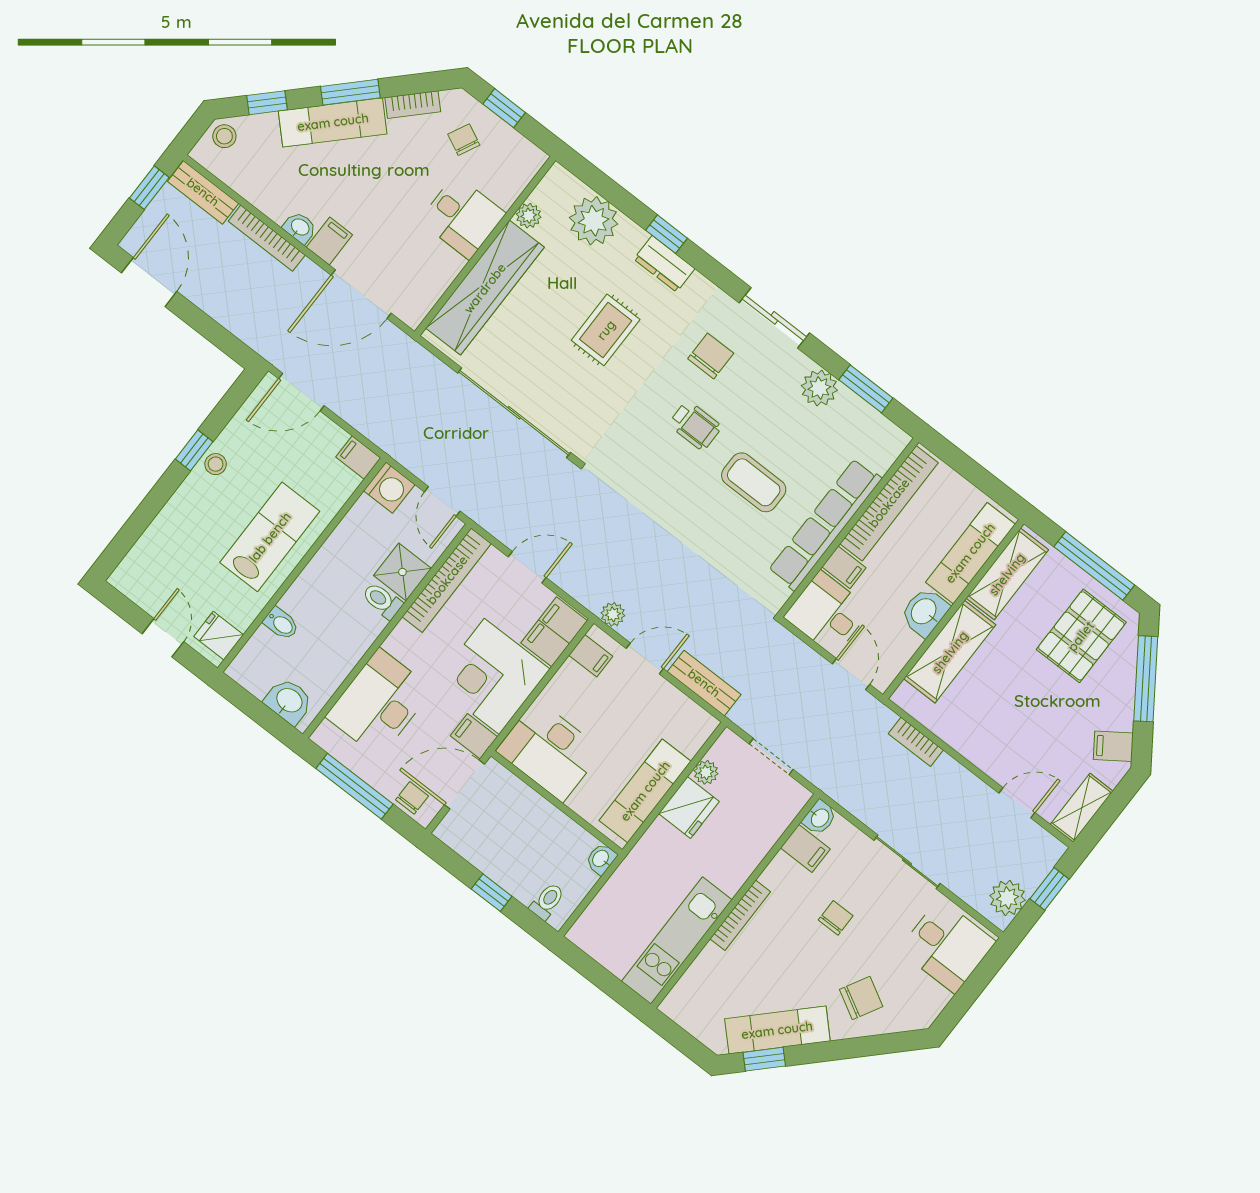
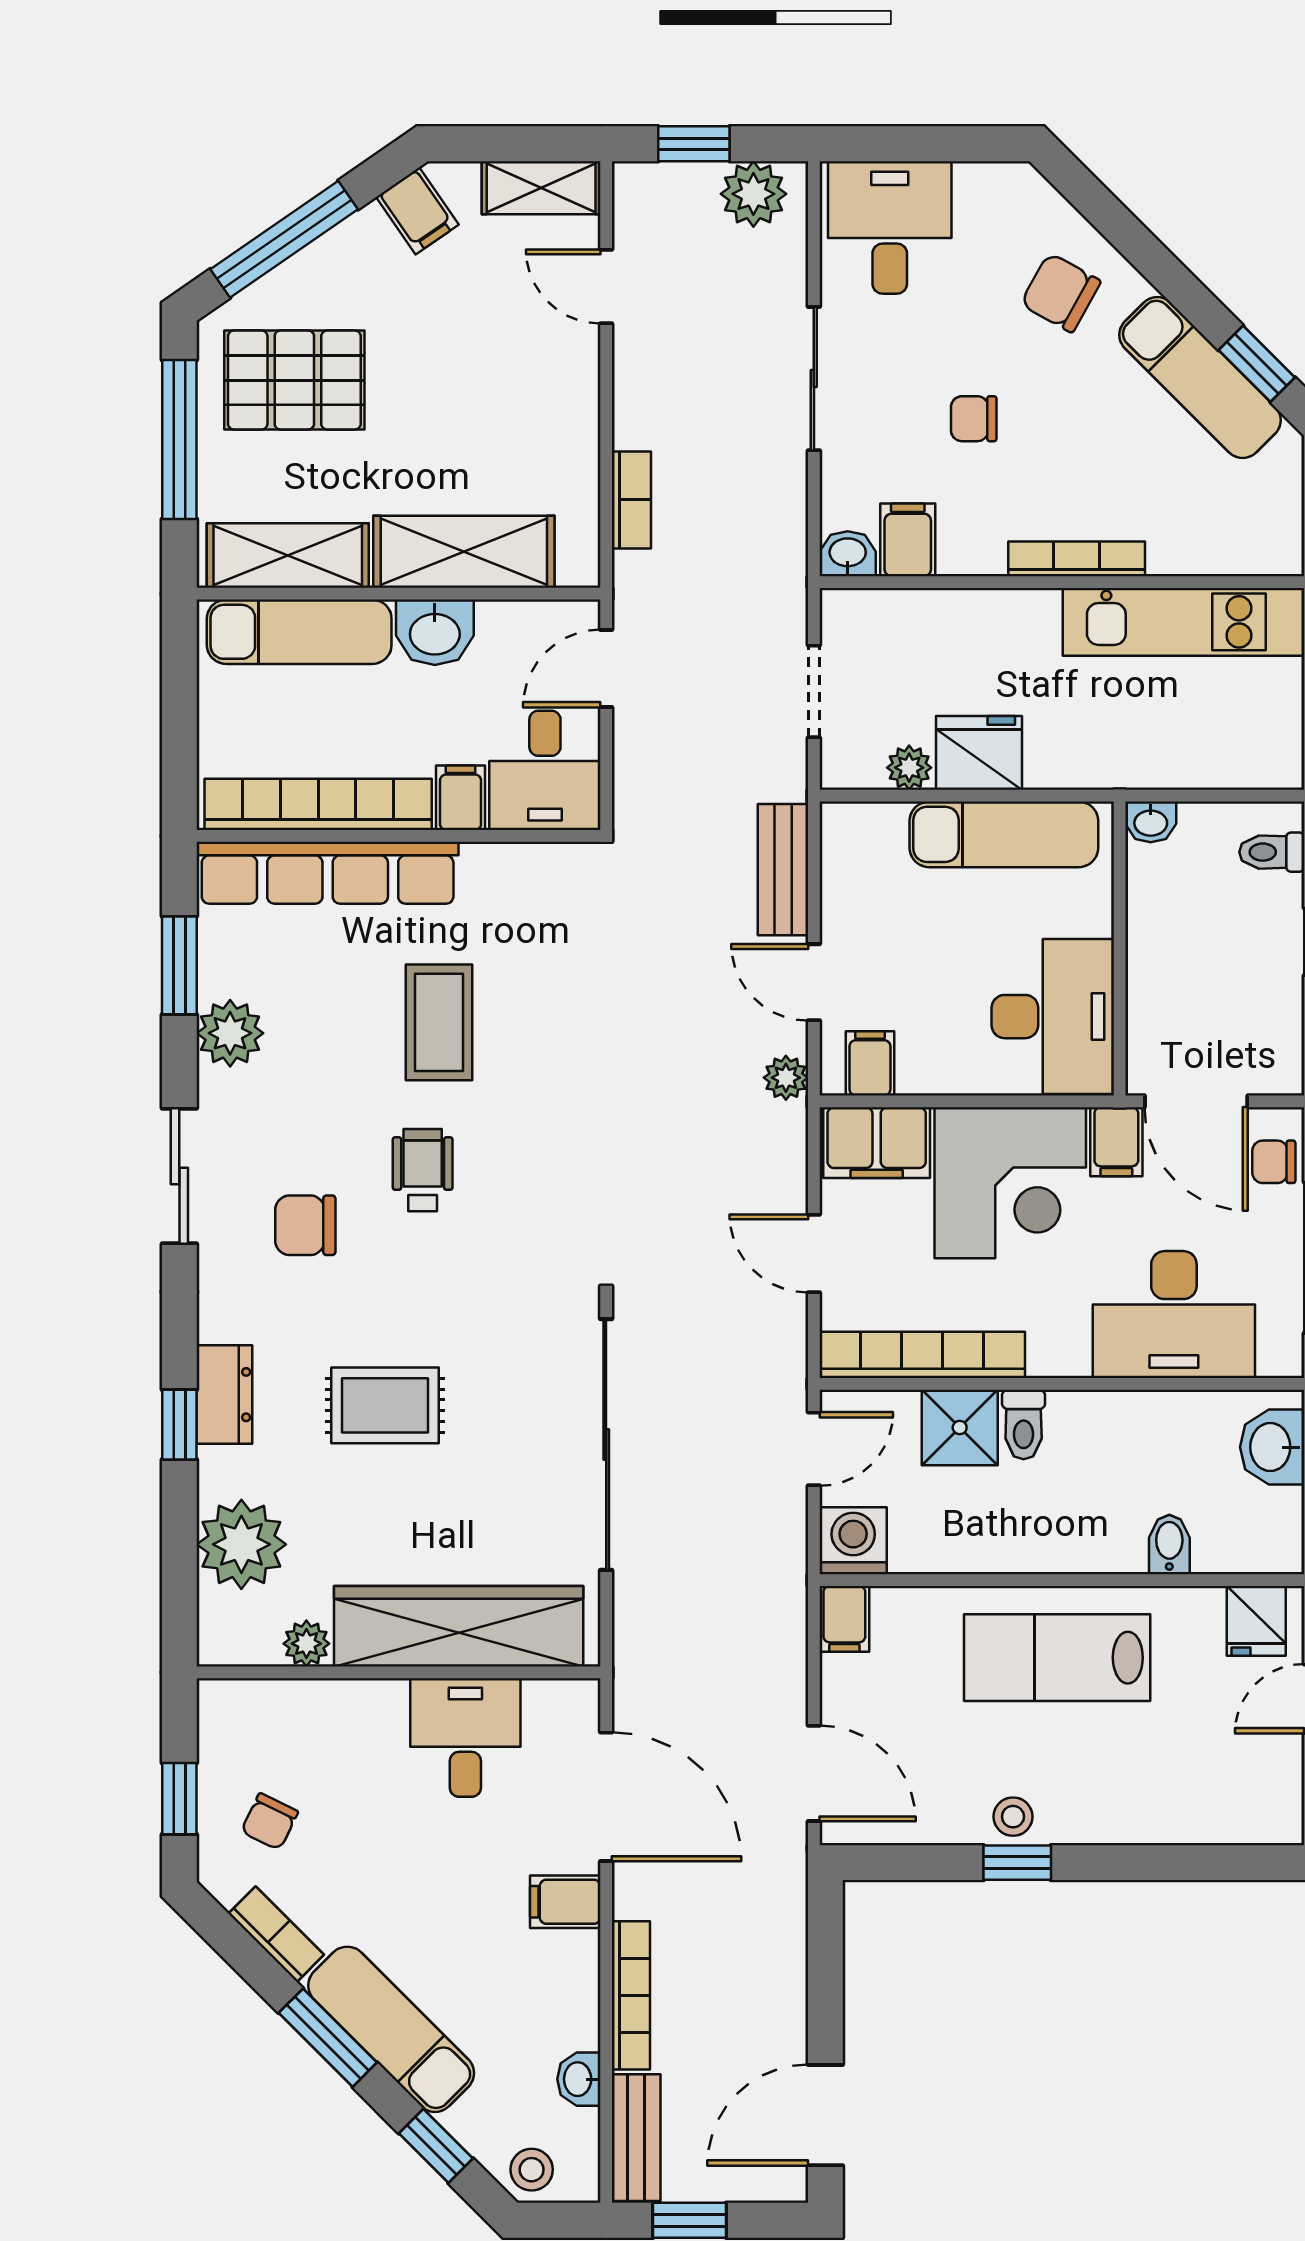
desk: (462, 217) -> (465, 1737), moved
washbasin: (300, 228) -> (579, 2079), moved
row of seats: (825, 524) -> (328, 873), moved

